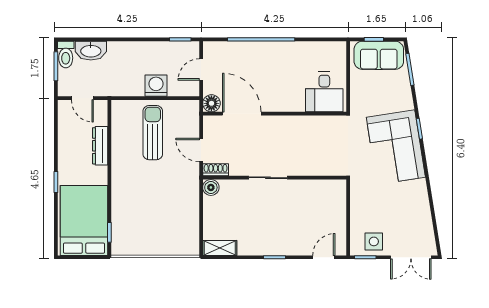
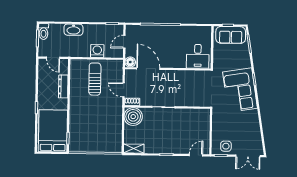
washbasin: (91, 51) -> (73, 30), moved
boiler: (211, 187) -> (133, 117), width x1.86, depth x1.86

